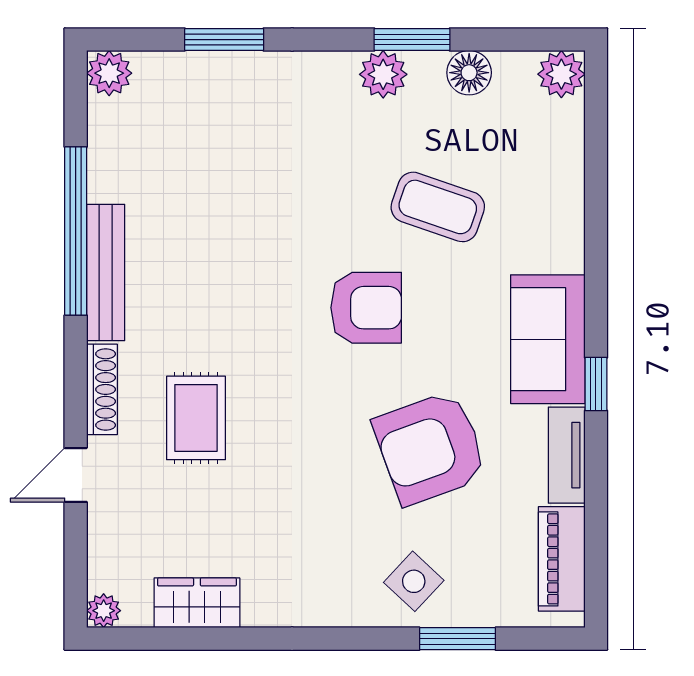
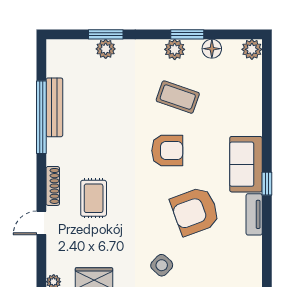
plant: (109, 73) -> (106, 49), moved
coffee table: (438, 207) -> (178, 97), moved
bench: (106, 273) -> (54, 107), moved
piano: (562, 559) -> (252, 259), removed
side table: (414, 581) -> (162, 265), moved

